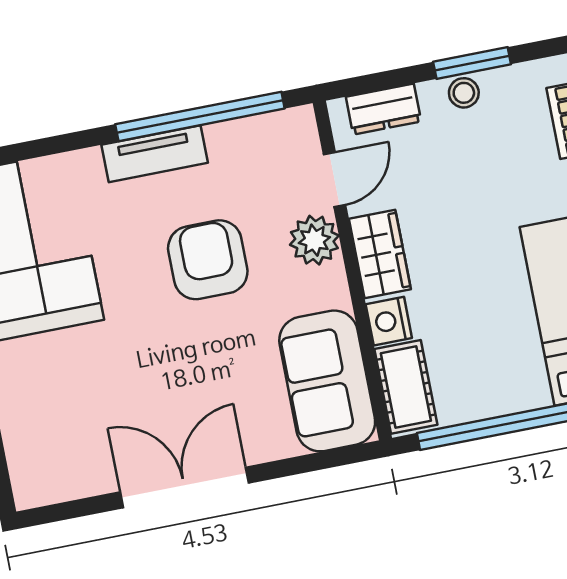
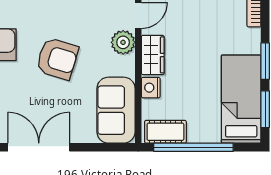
armchair: (208, 260) -> (57, 59), moved, turned 107
cot: (406, 387) -> (165, 132), moved, turned 90

